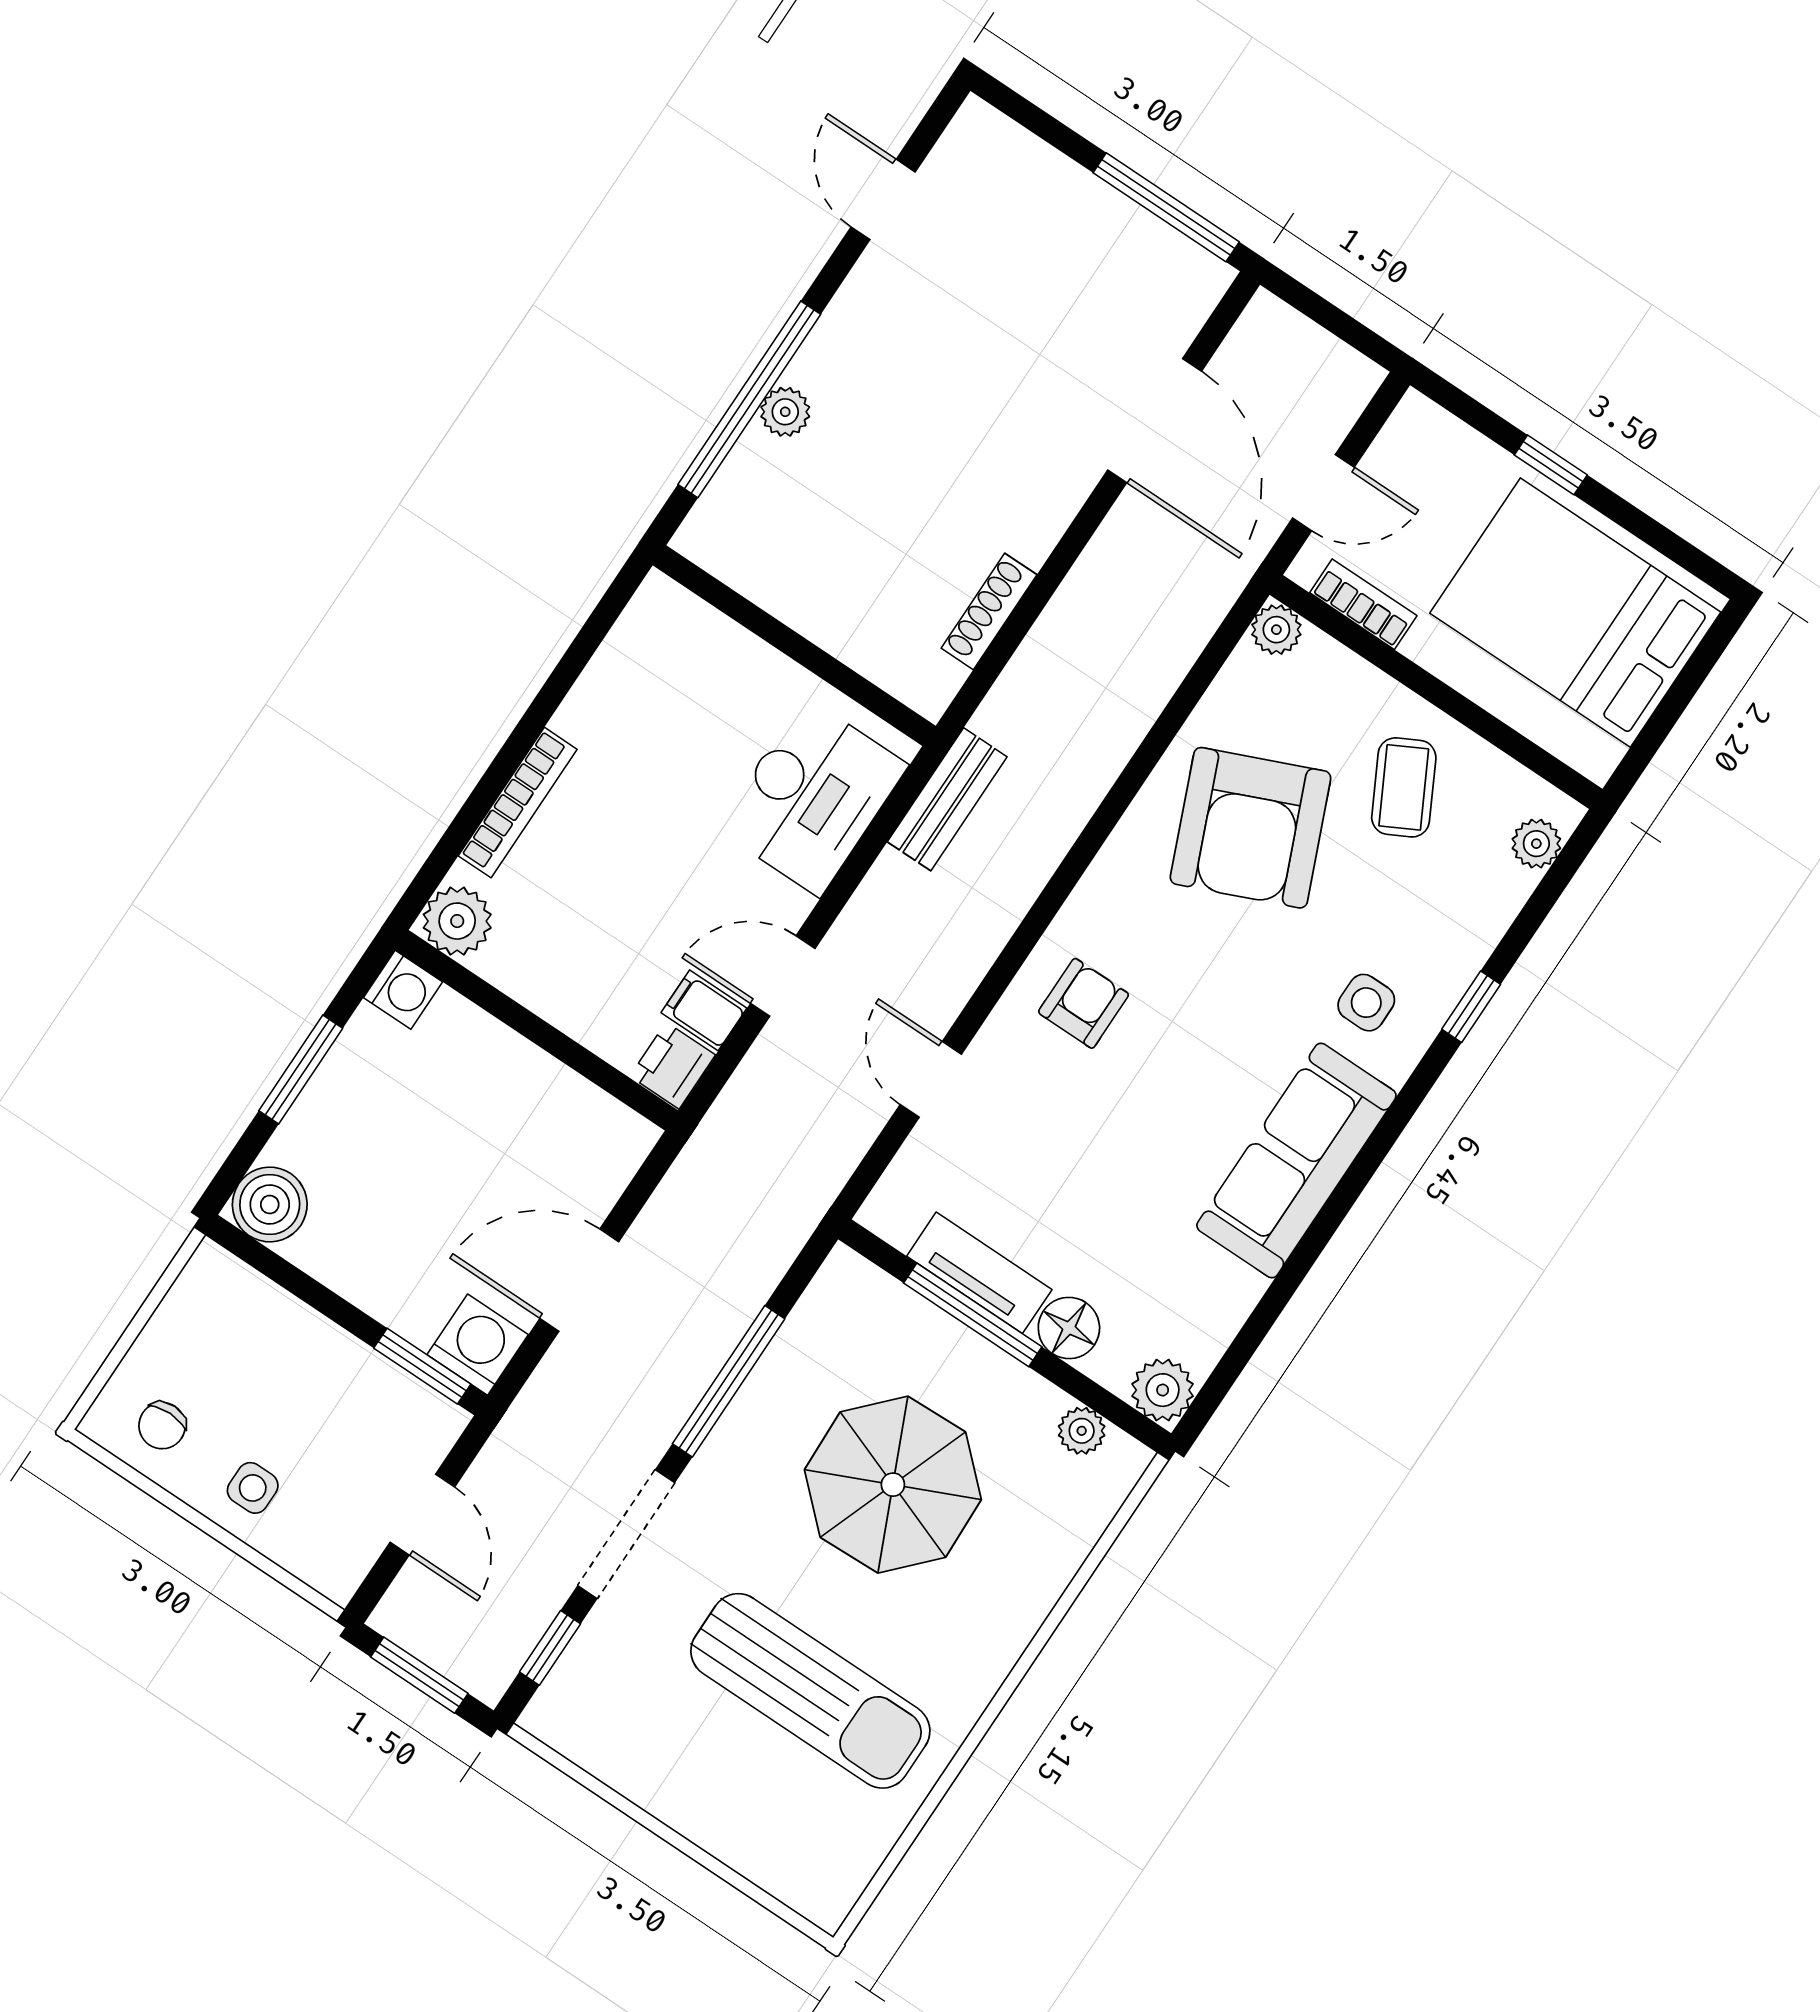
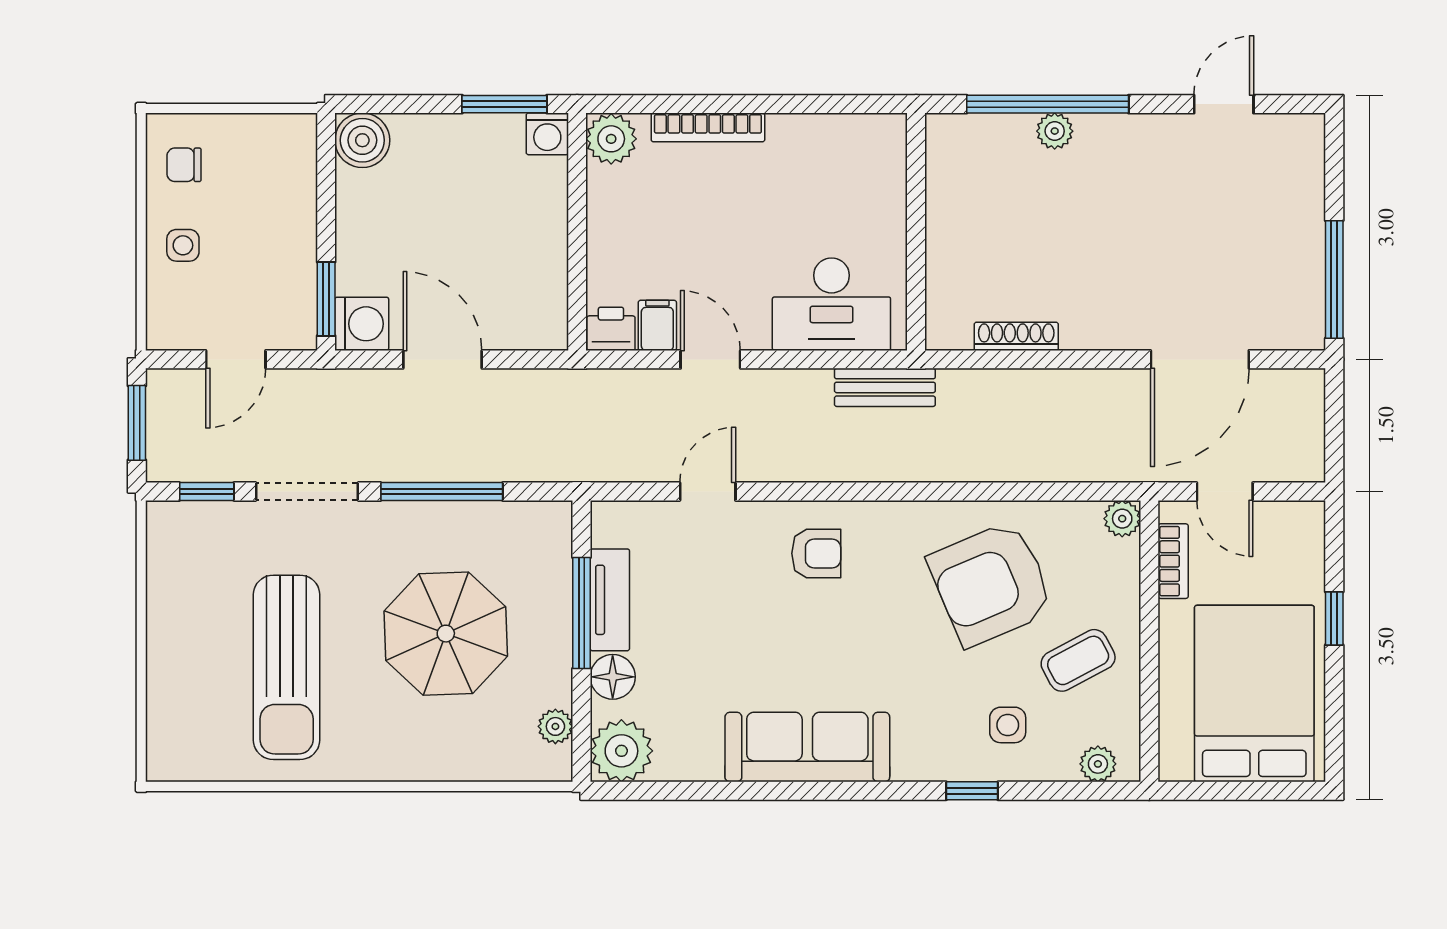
side table: (1366, 1003) -> (1008, 725), moved
window: (301, 1069) -> (504, 104), moved
plant: (1163, 1390) -> (621, 751), width x1.36, depth x1.36

